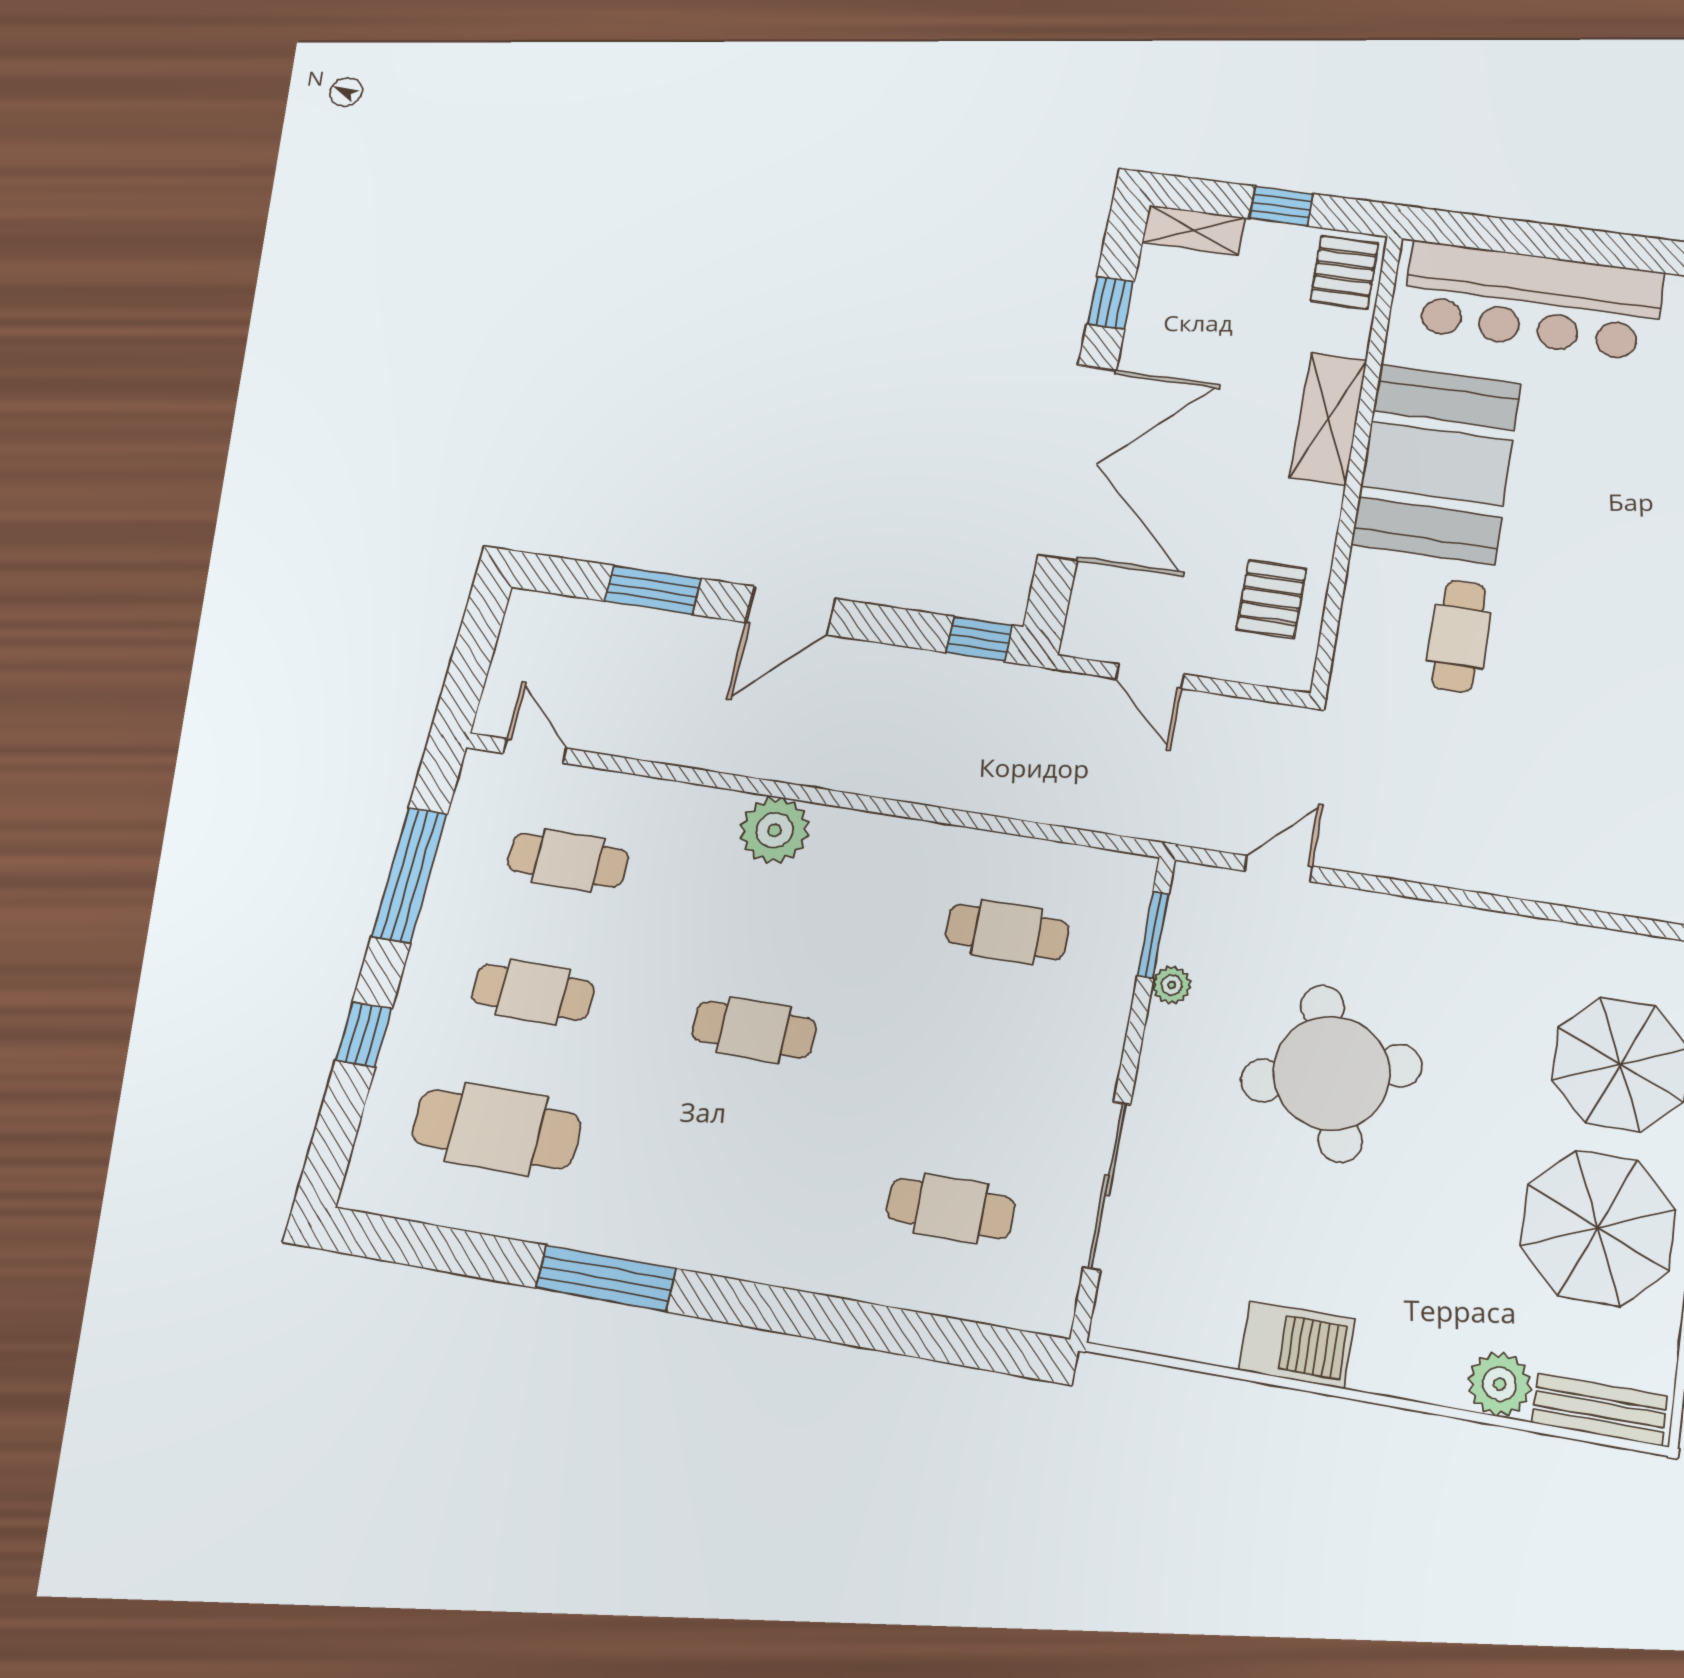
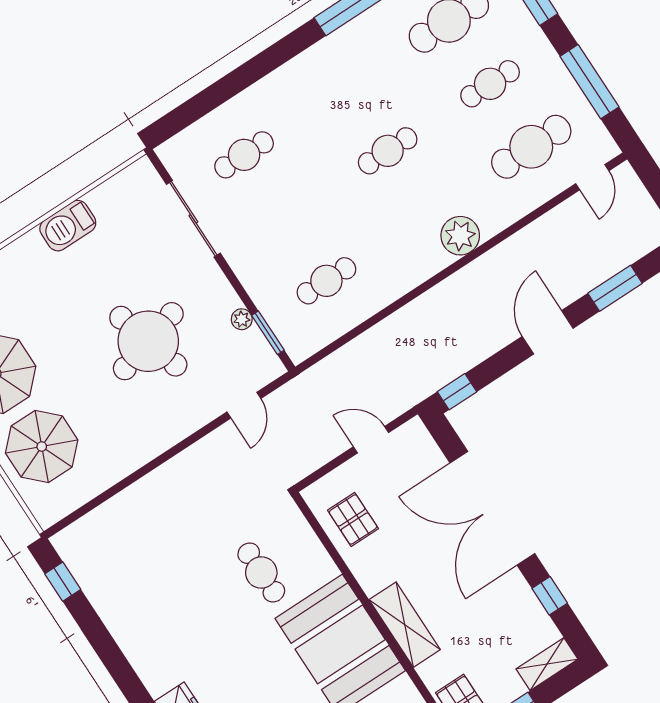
door: (535, 751) -> (592, 177), hinge flipped
cafe table: (568, 860) -> (531, 147), width x1.37, depth x1.35

